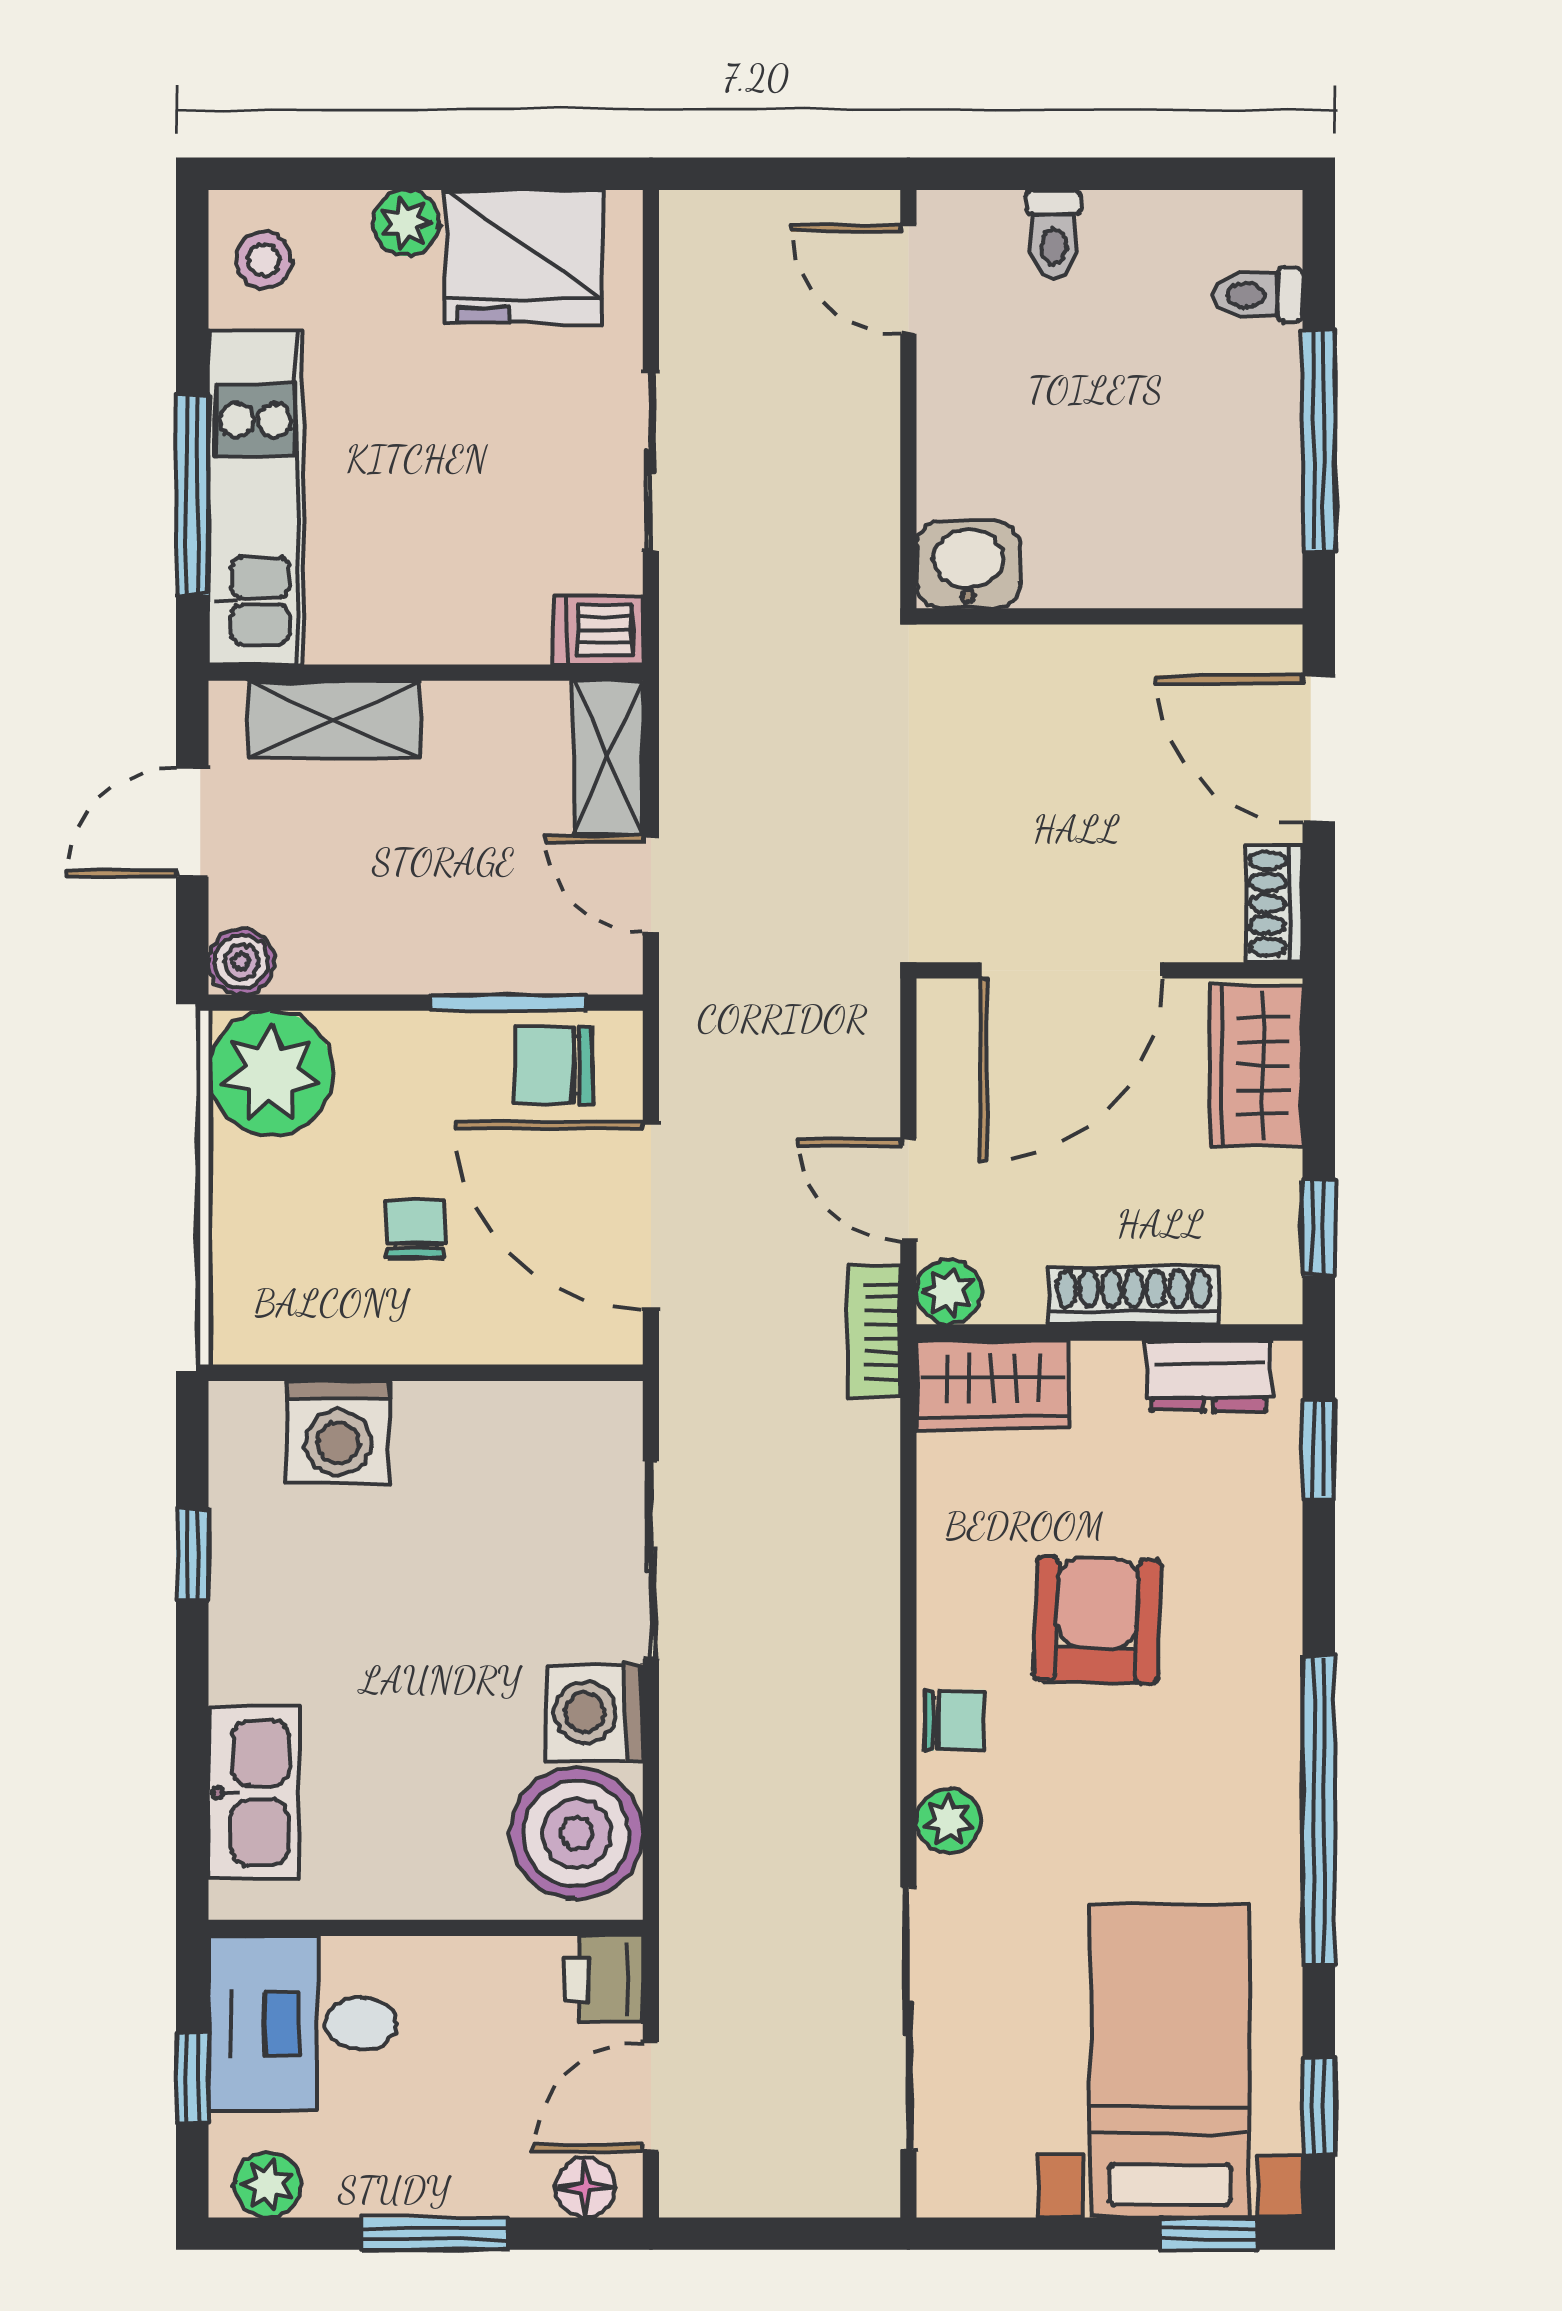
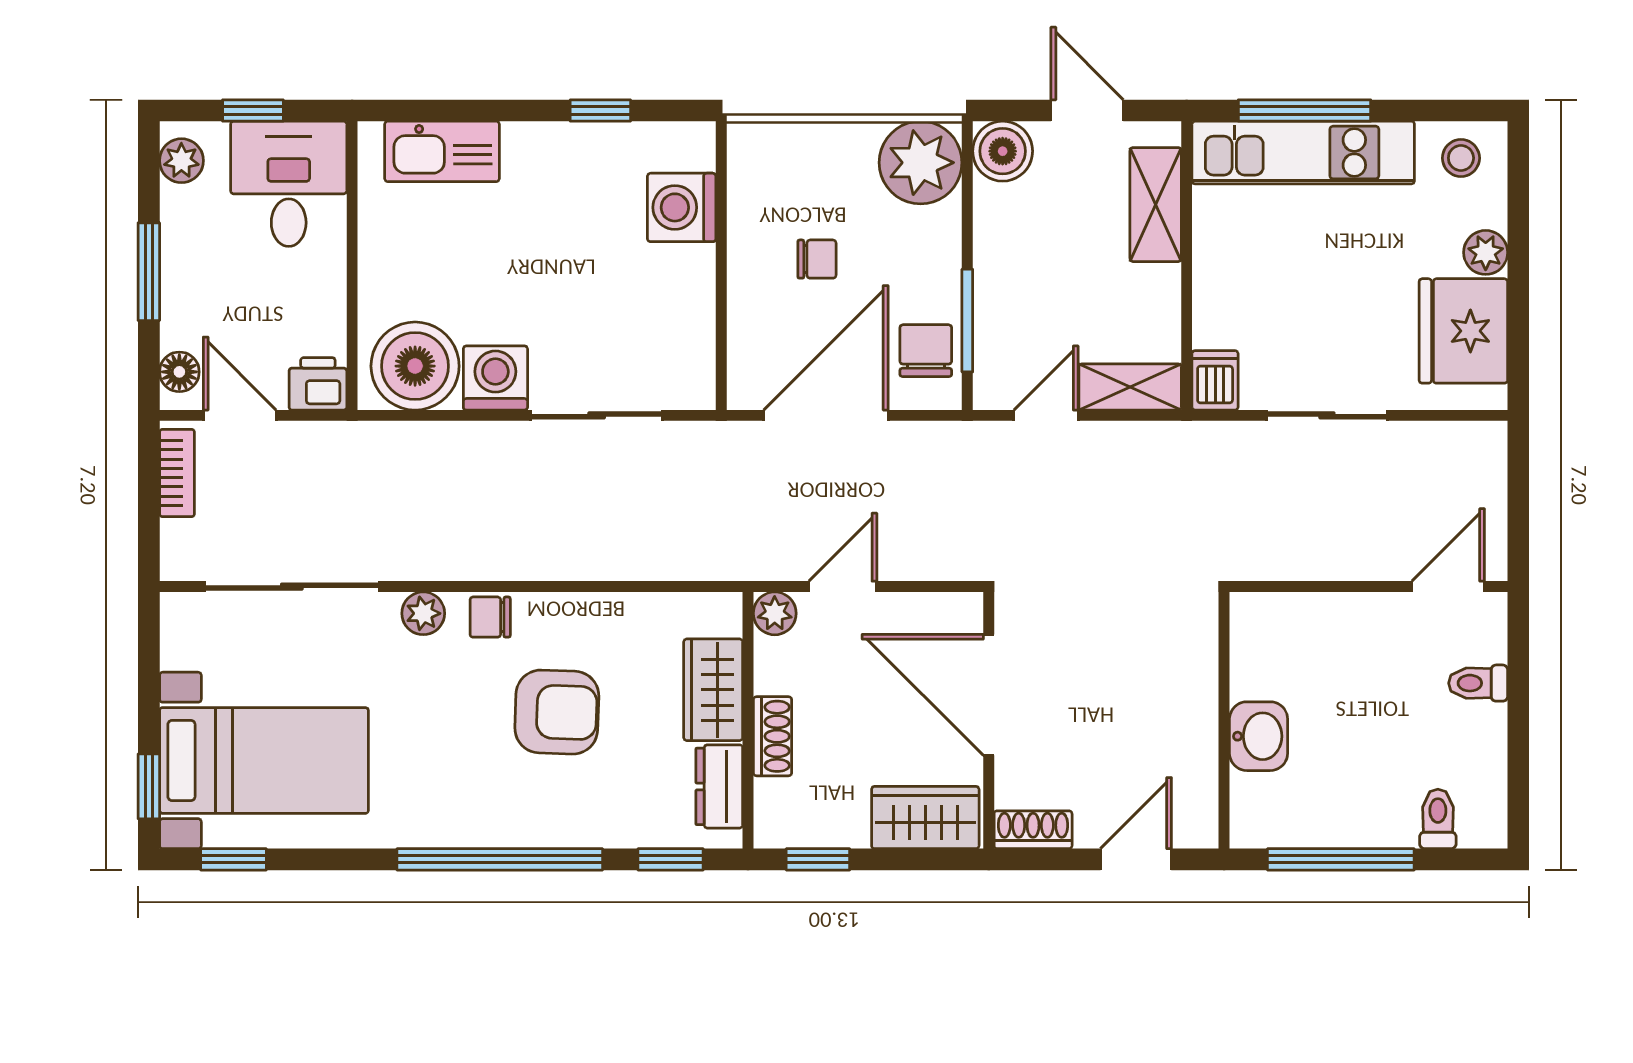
washbasin: (968, 565) -> (1259, 736), moved
door: (1319, 749) -> (1136, 859), width x0.73
boiler: (241, 961) -> (1003, 151), width x1.36, depth x1.36
shoe rack: (1133, 1296) -> (773, 736), width x0.70
bookcase: (874, 1331) -> (177, 473), moved, turned 90
wardrobe: (993, 1385) -> (713, 690), moved
chair: (954, 1720) -> (490, 617), turned 90
window: (1319, 1811) -> (500, 859), moved

